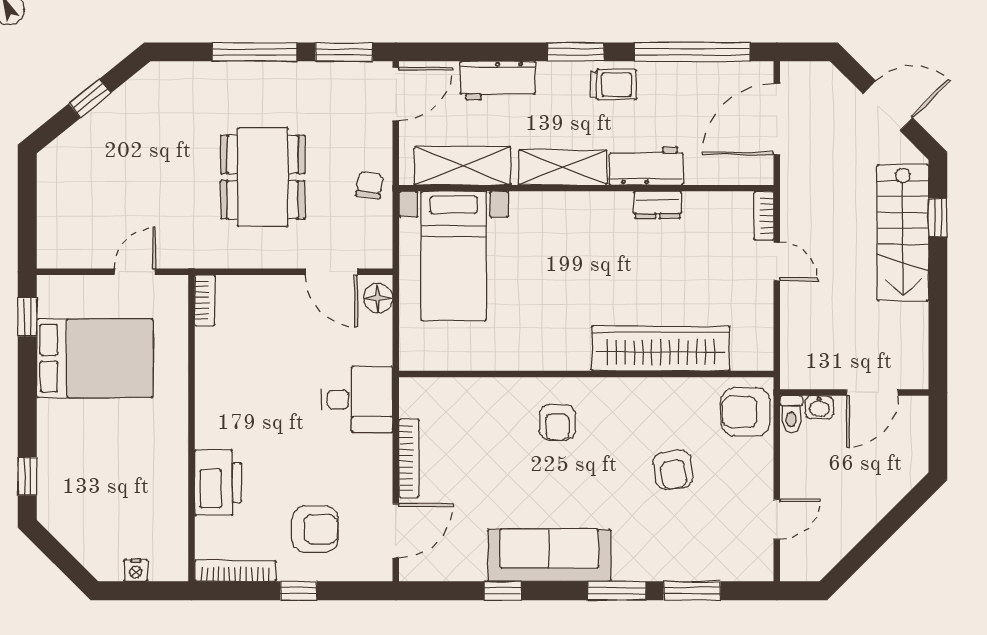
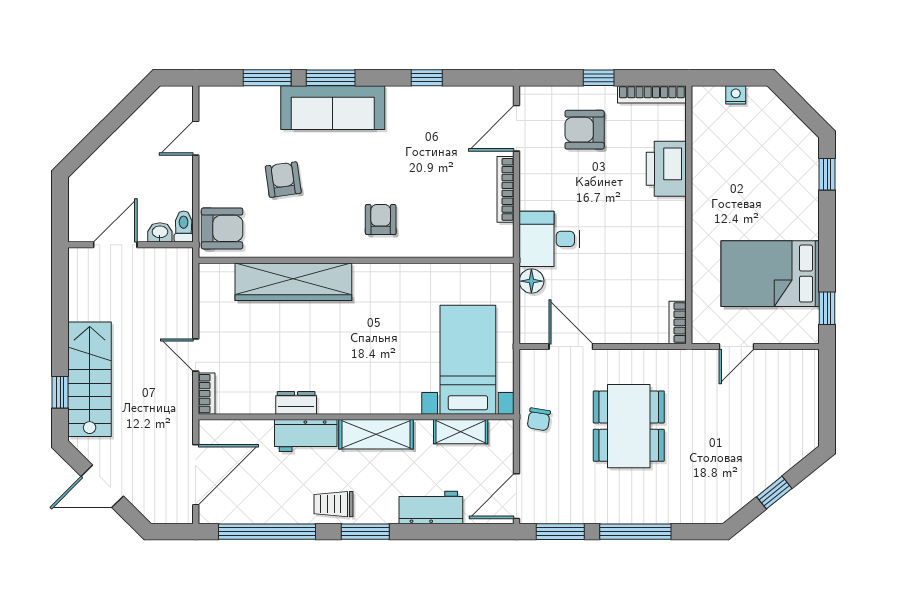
shelving: (462, 166) -> (461, 432), width x0.67, depth x0.75
floor lamp: (378, 298) -> (531, 281), moved
sofa: (549, 555) -> (333, 108), moved

